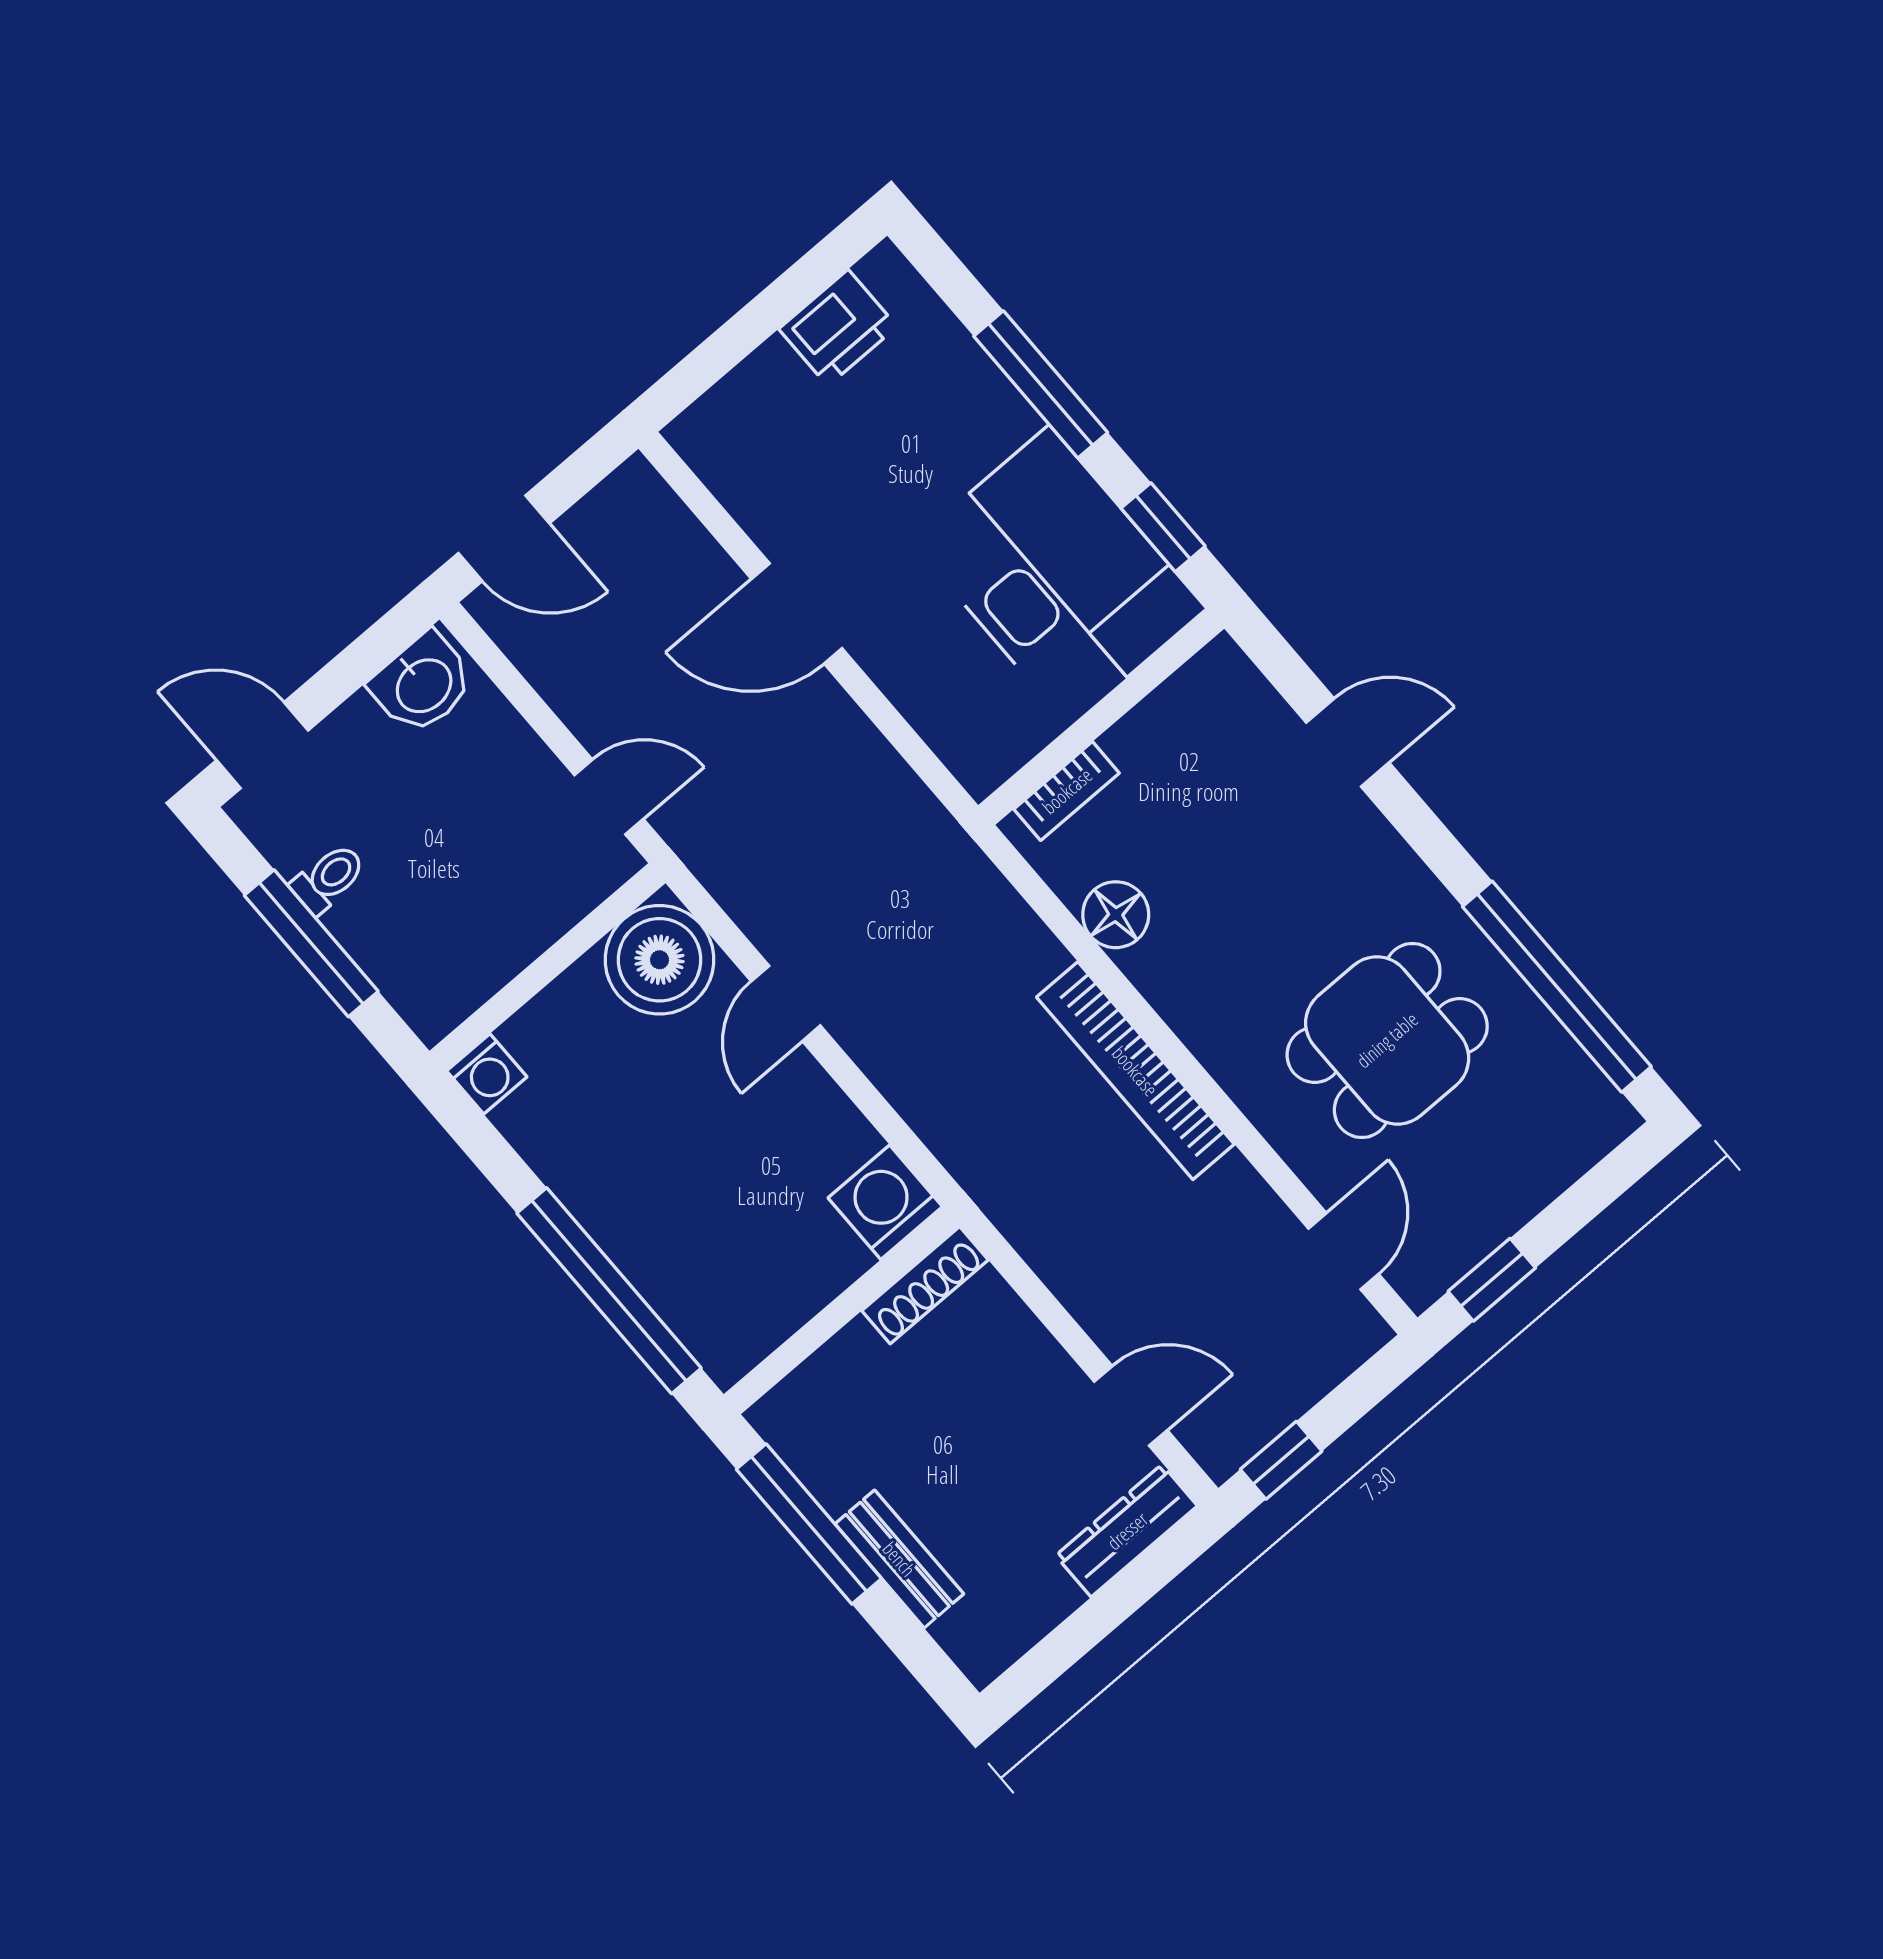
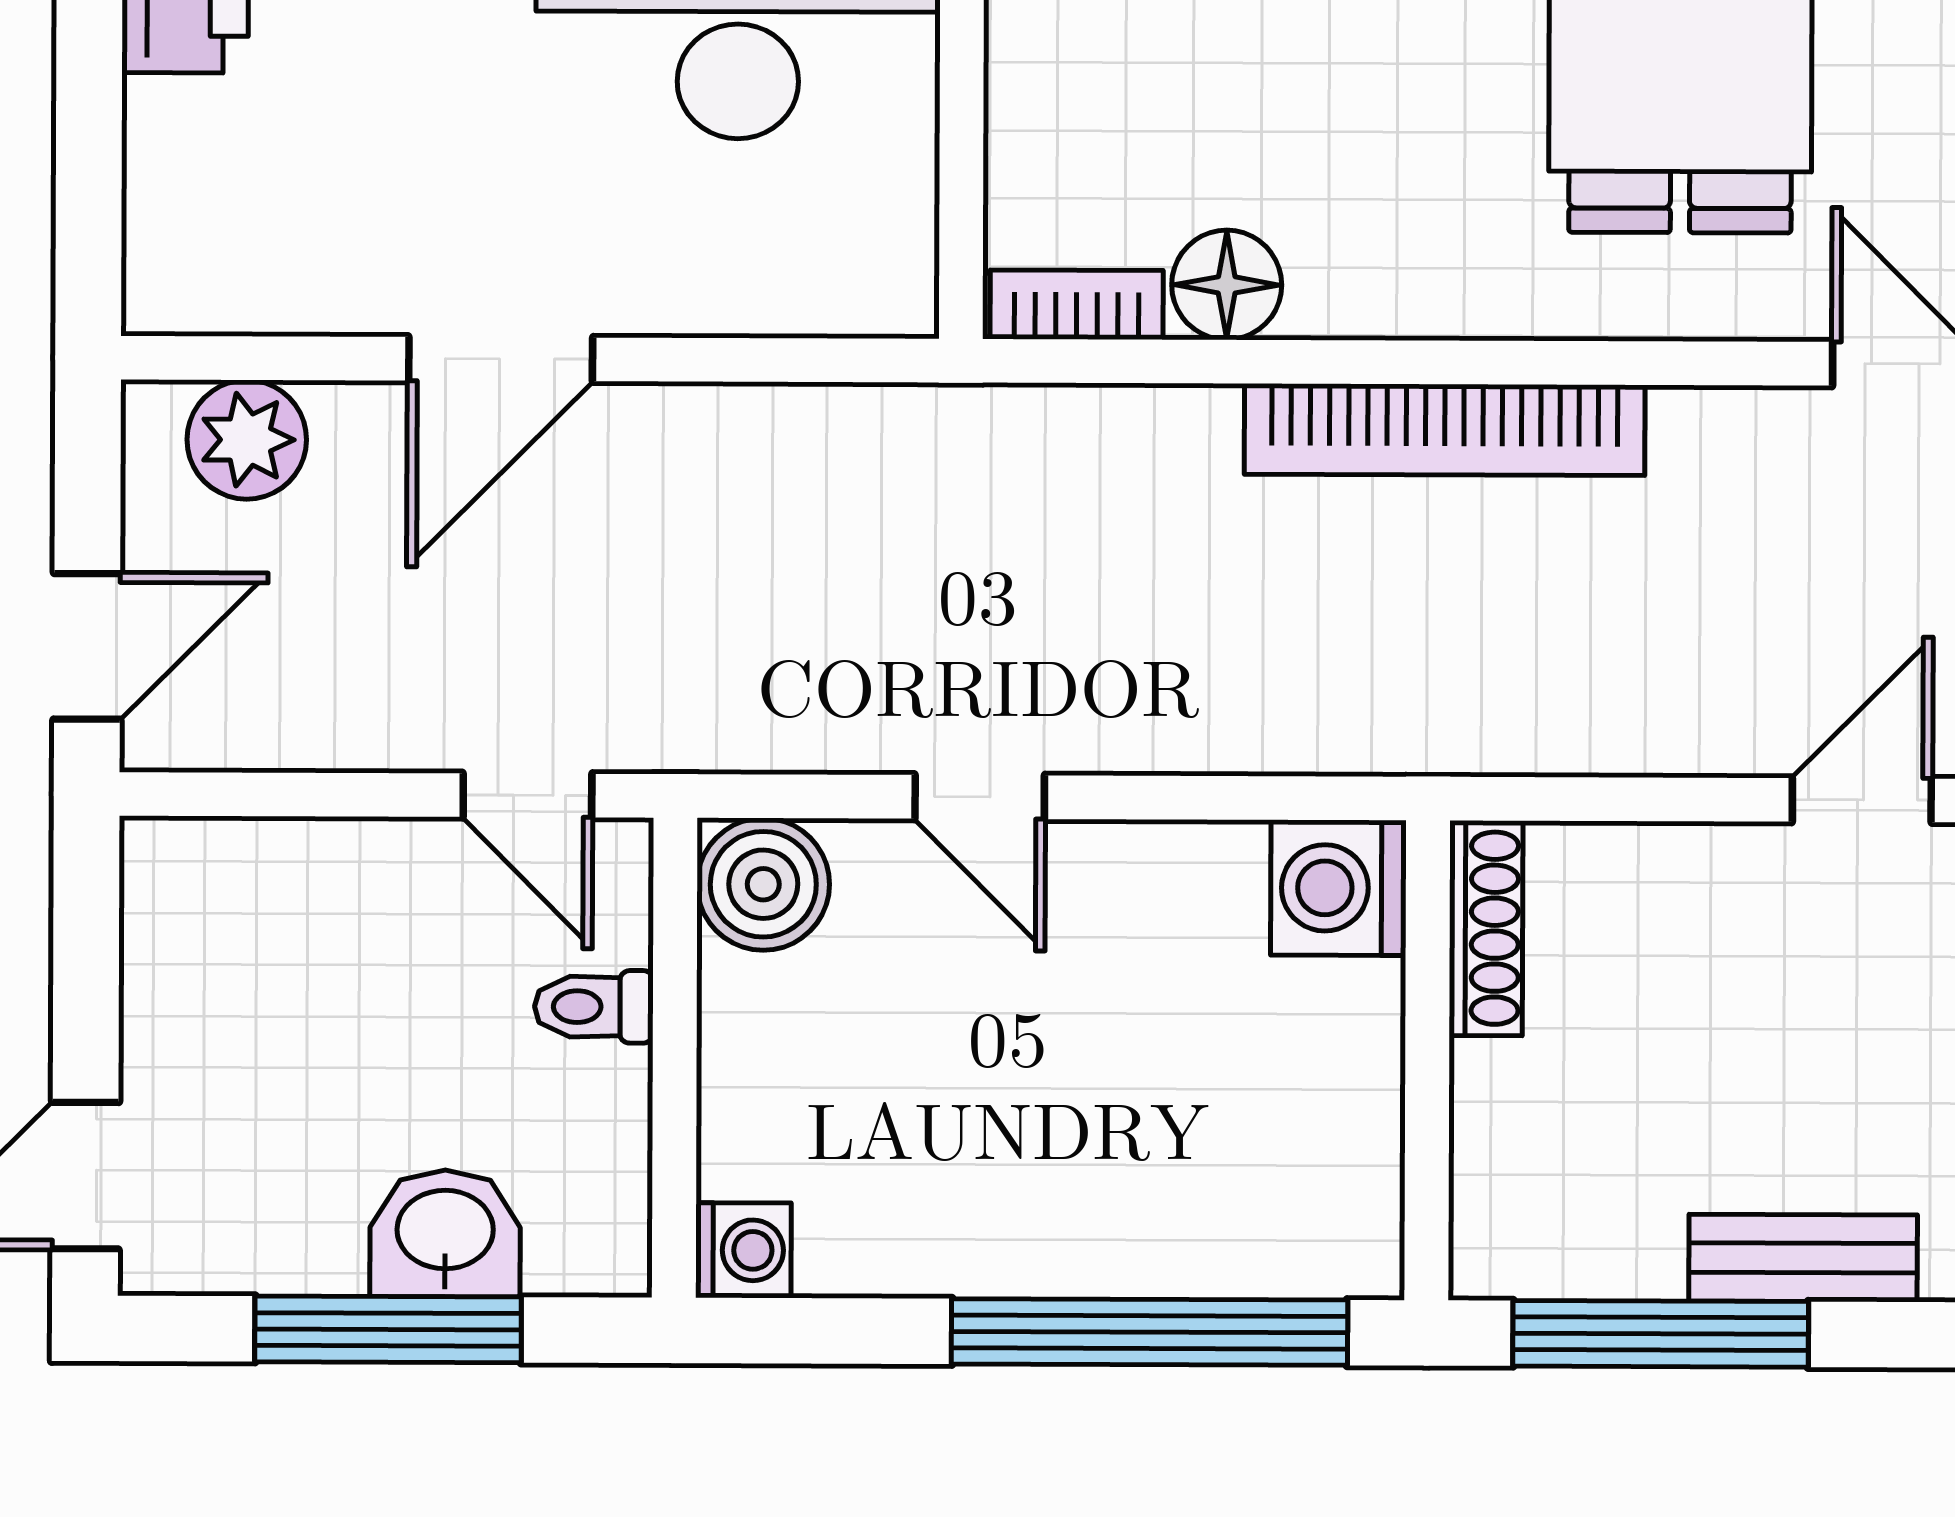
plant: (661, 530) -> (247, 440), added
washbasin: (423, 684) -> (445, 1233), moved, turned -90
bookcase: (1067, 791) -> (1077, 305), moved, turned -90
door: (609, 797) -> (527, 795), swing flipped
toilet: (328, 878) -> (594, 1007), moved, turned -90
boiler: (660, 960) -> (763, 884), width x0.73, depth x0.73

